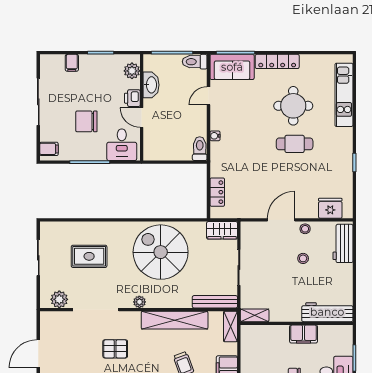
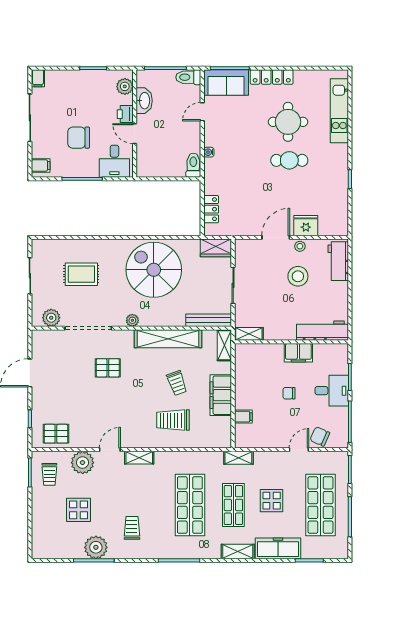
filing cabinet: (72, 63) -> (38, 78), moved
fridge: (330, 208) -> (306, 226), moved
stool: (303, 258) -> (298, 276), width x1.89, depth x1.89

